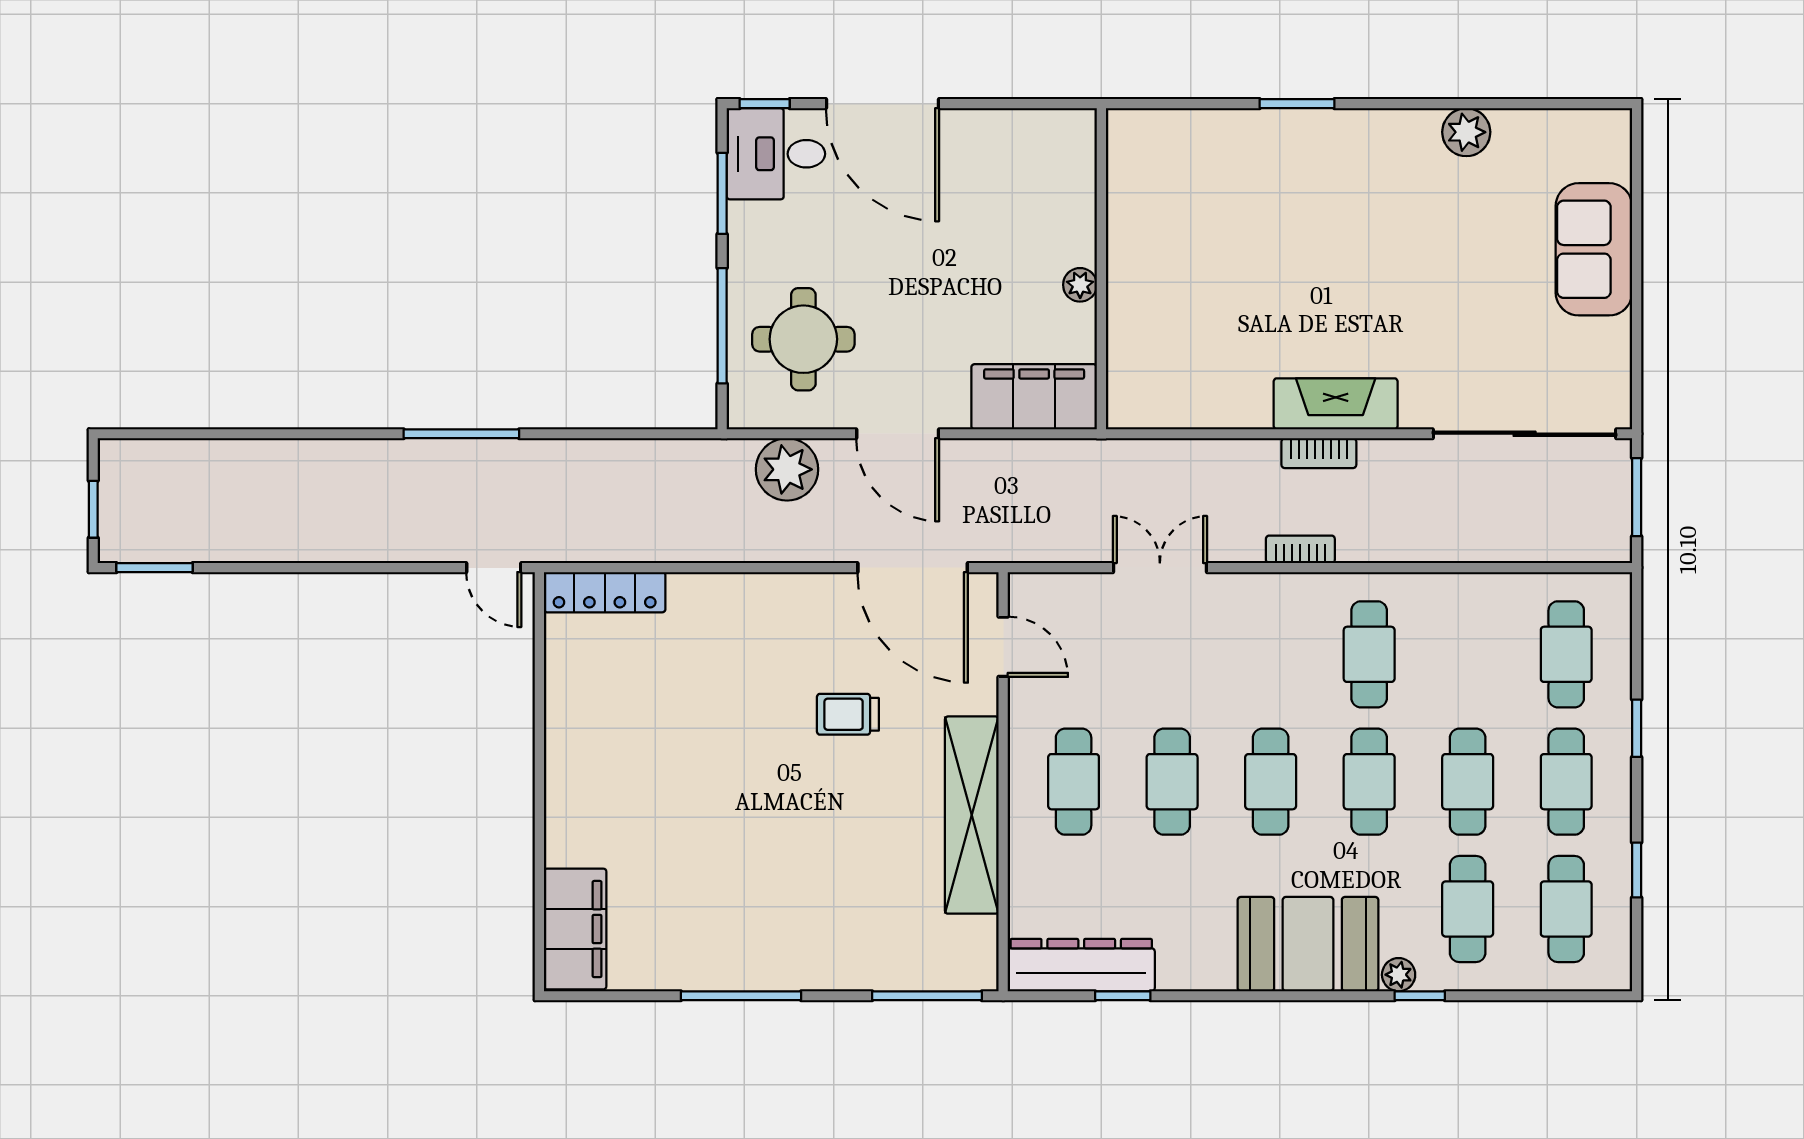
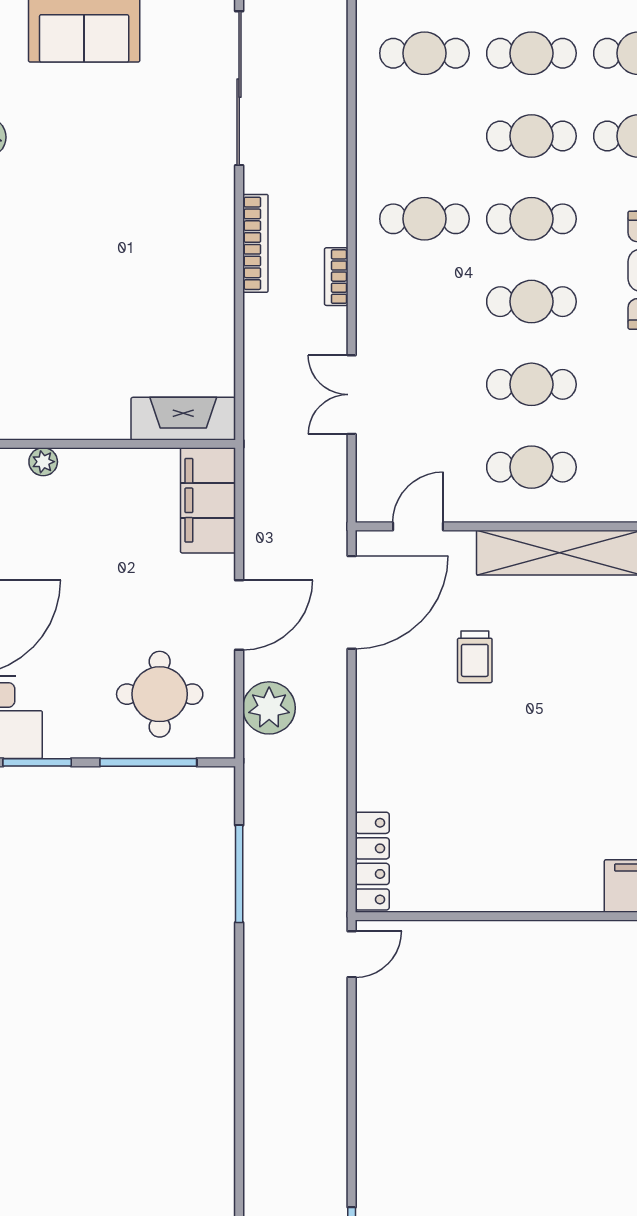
plant: (1080, 285) -> (43, 462), moved
fireplace: (1336, 404) -> (183, 419), moved, turned 90
window: (461, 434) -> (239, 874), moved
bookcase: (1319, 453) -> (255, 243), width x1.56

